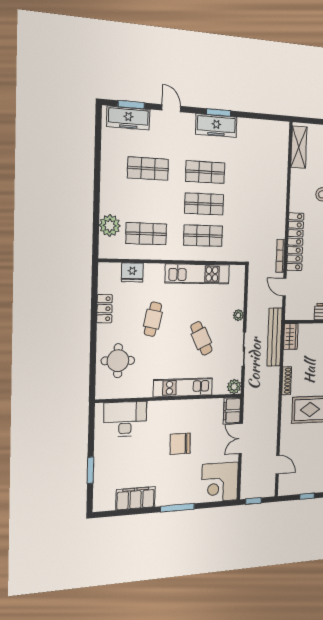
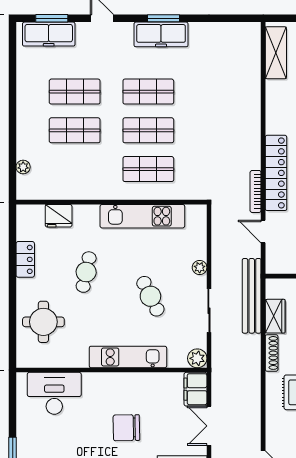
plant: (110, 226) -> (23, 167), width x0.53, depth x0.53
shop shelf: (146, 234) -> (75, 130), moved
wardrobe: (291, 336) -> (275, 316), moved

